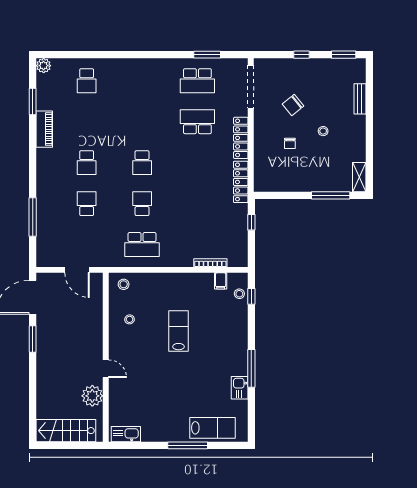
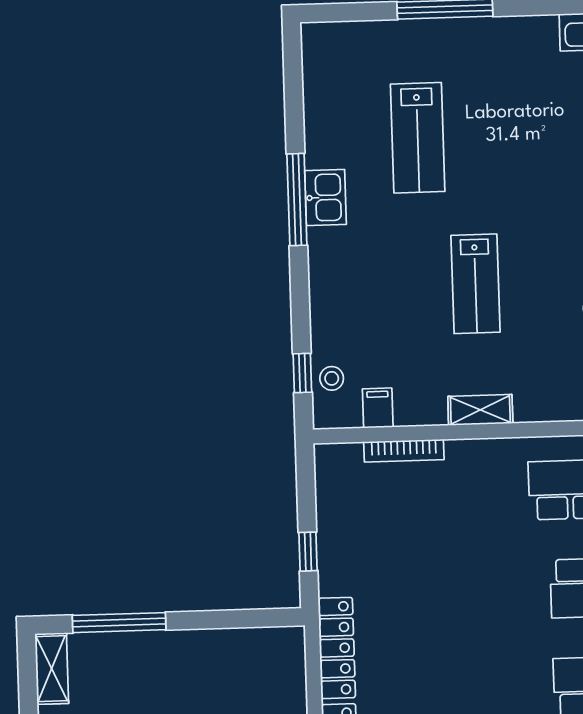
shelving: (178, 279) -> (480, 410), added
kitchen sink: (240, 388) -> (325, 197), moved
lab bench: (213, 428) -> (418, 138), moved, turned -90

